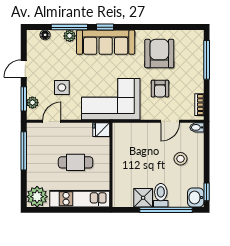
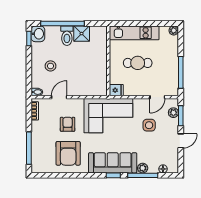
plant: (37, 197) -> (174, 30), width x0.53, depth x0.53

